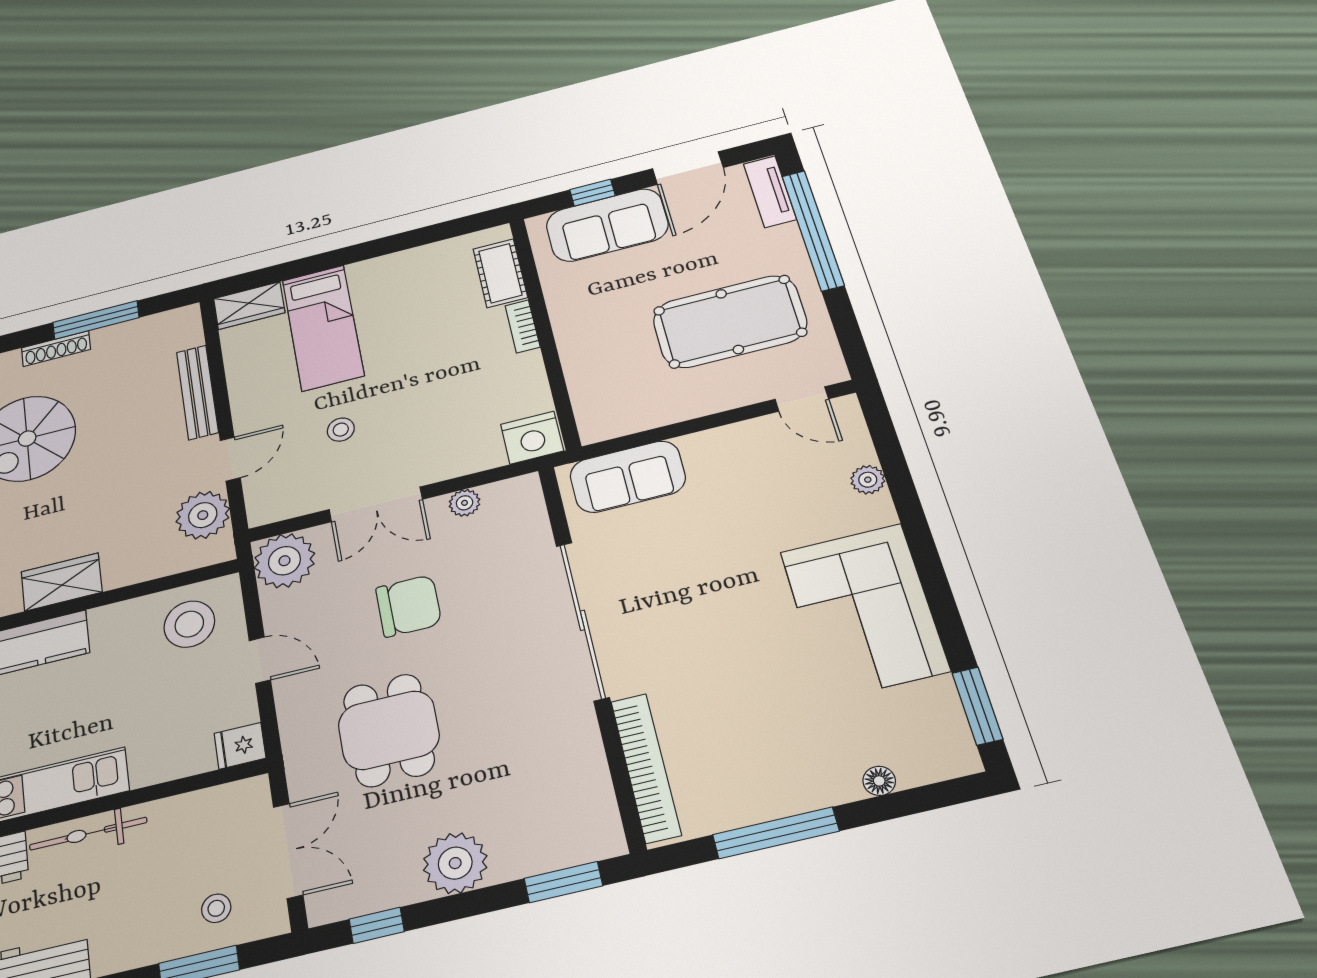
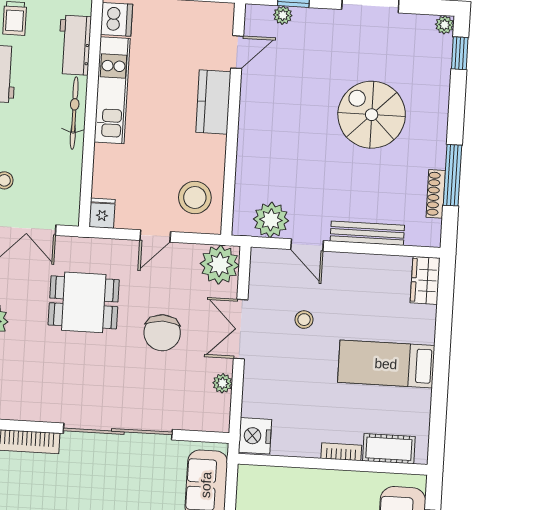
bed: (323, 328) -> (386, 364), moved
shoe rack: (56, 349) -> (436, 194), moved
wardrobe: (62, 582) -> (253, 122), removed

